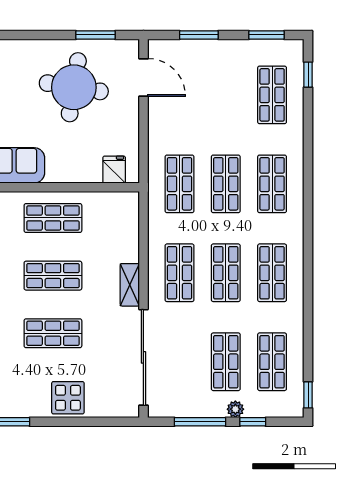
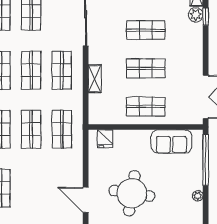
shelving: (130, 285) -> (95, 79), moved

